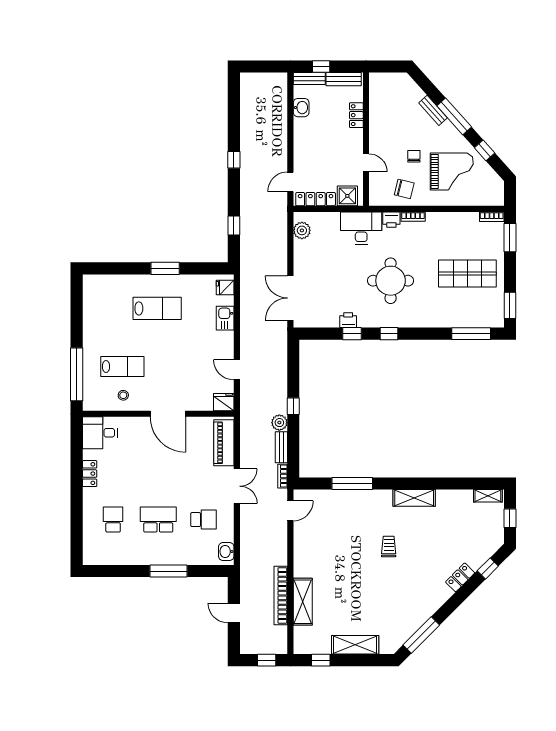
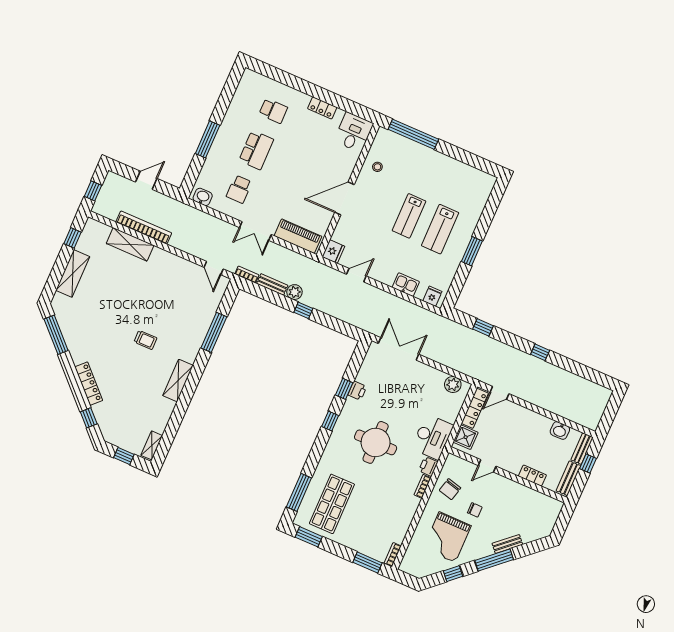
door: (290, 182) -> (499, 393), swing flipped
shop shelf: (467, 273) -> (332, 504), moved
lab bench: (122, 367) -> (409, 216), moved
locker: (460, 577) -> (89, 384), width x1.53

